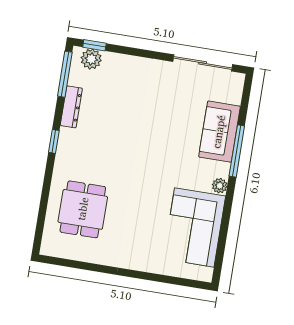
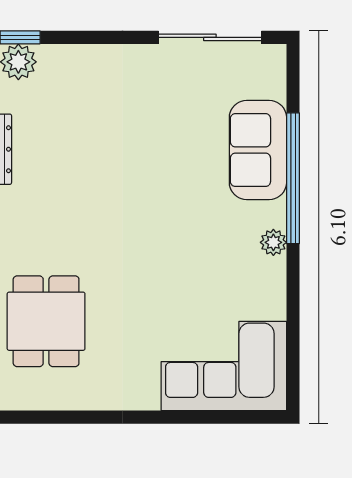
window: (237, 151) -> (293, 178), width x1.46
corner sofa: (194, 227) -> (224, 366), moved, turned 90

